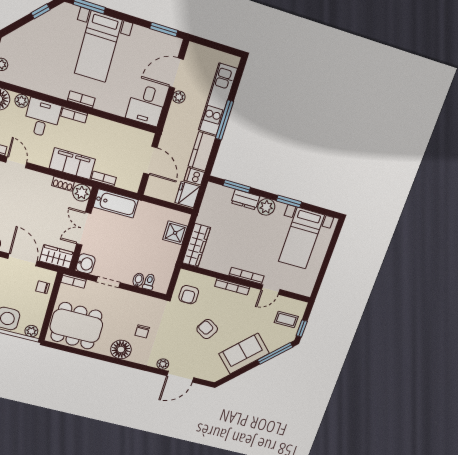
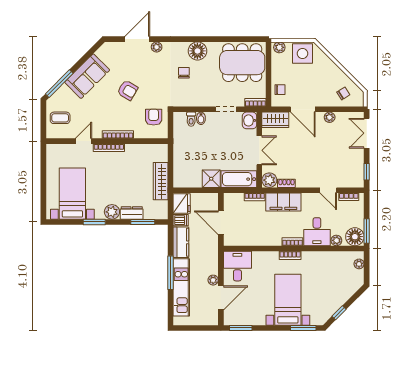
shower: (175, 233) -> (211, 179), moved
wardrobe: (196, 245) -> (161, 181), moved
window: (302, 328) -> (43, 113), removed

